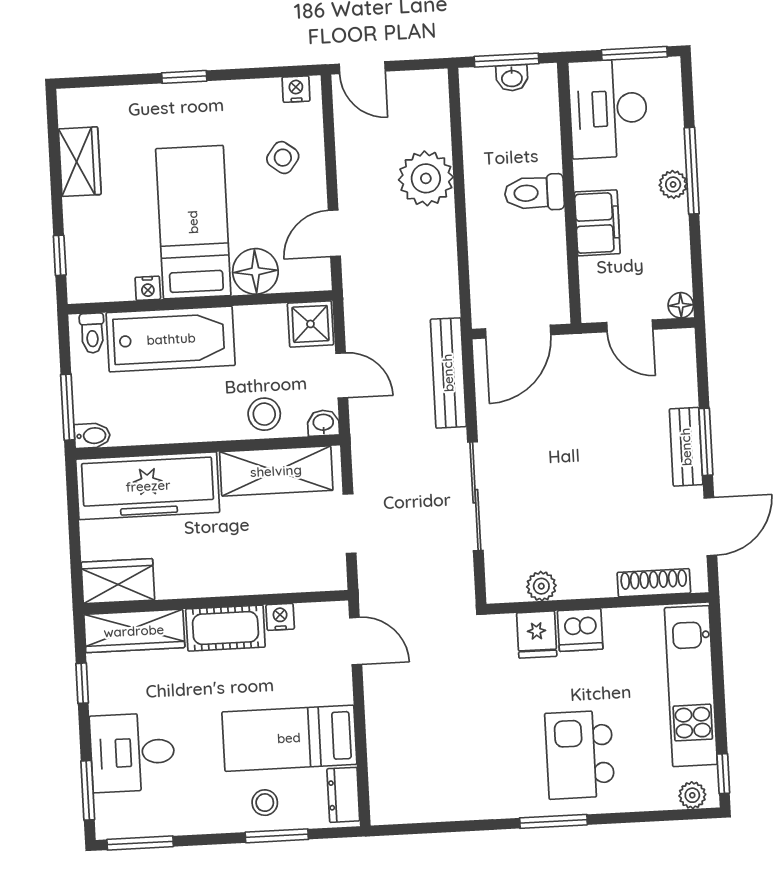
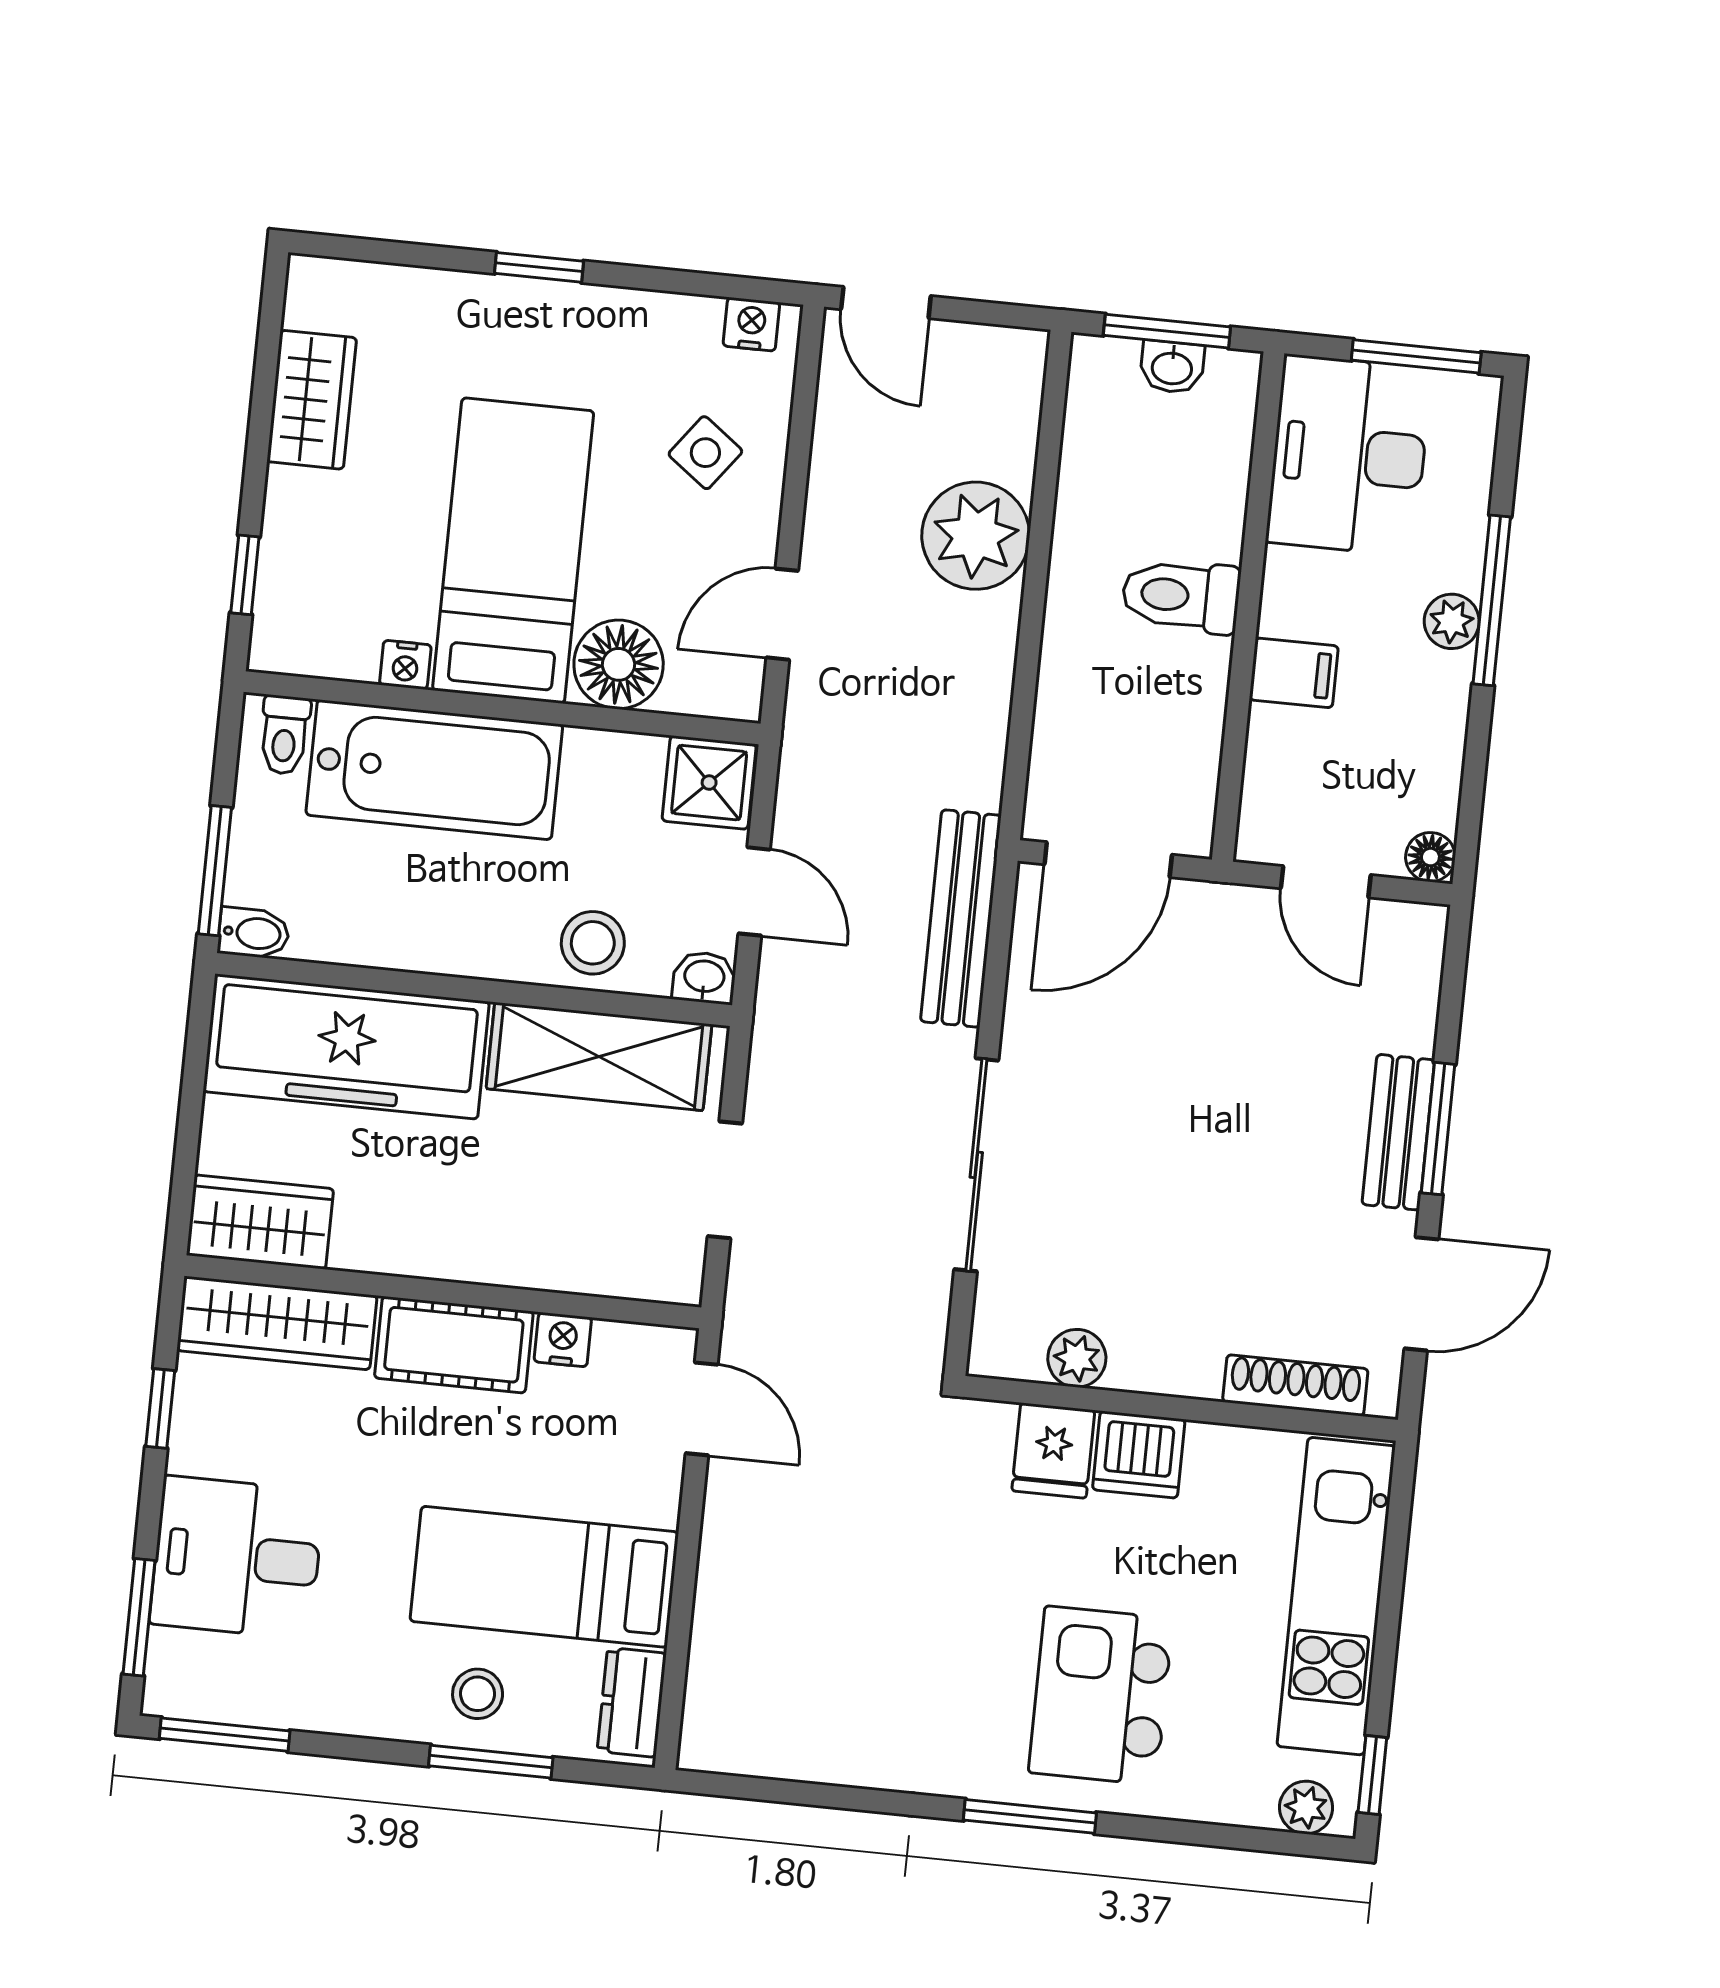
filing cabinet: (597, 223) -> (1294, 673), width x0.50

